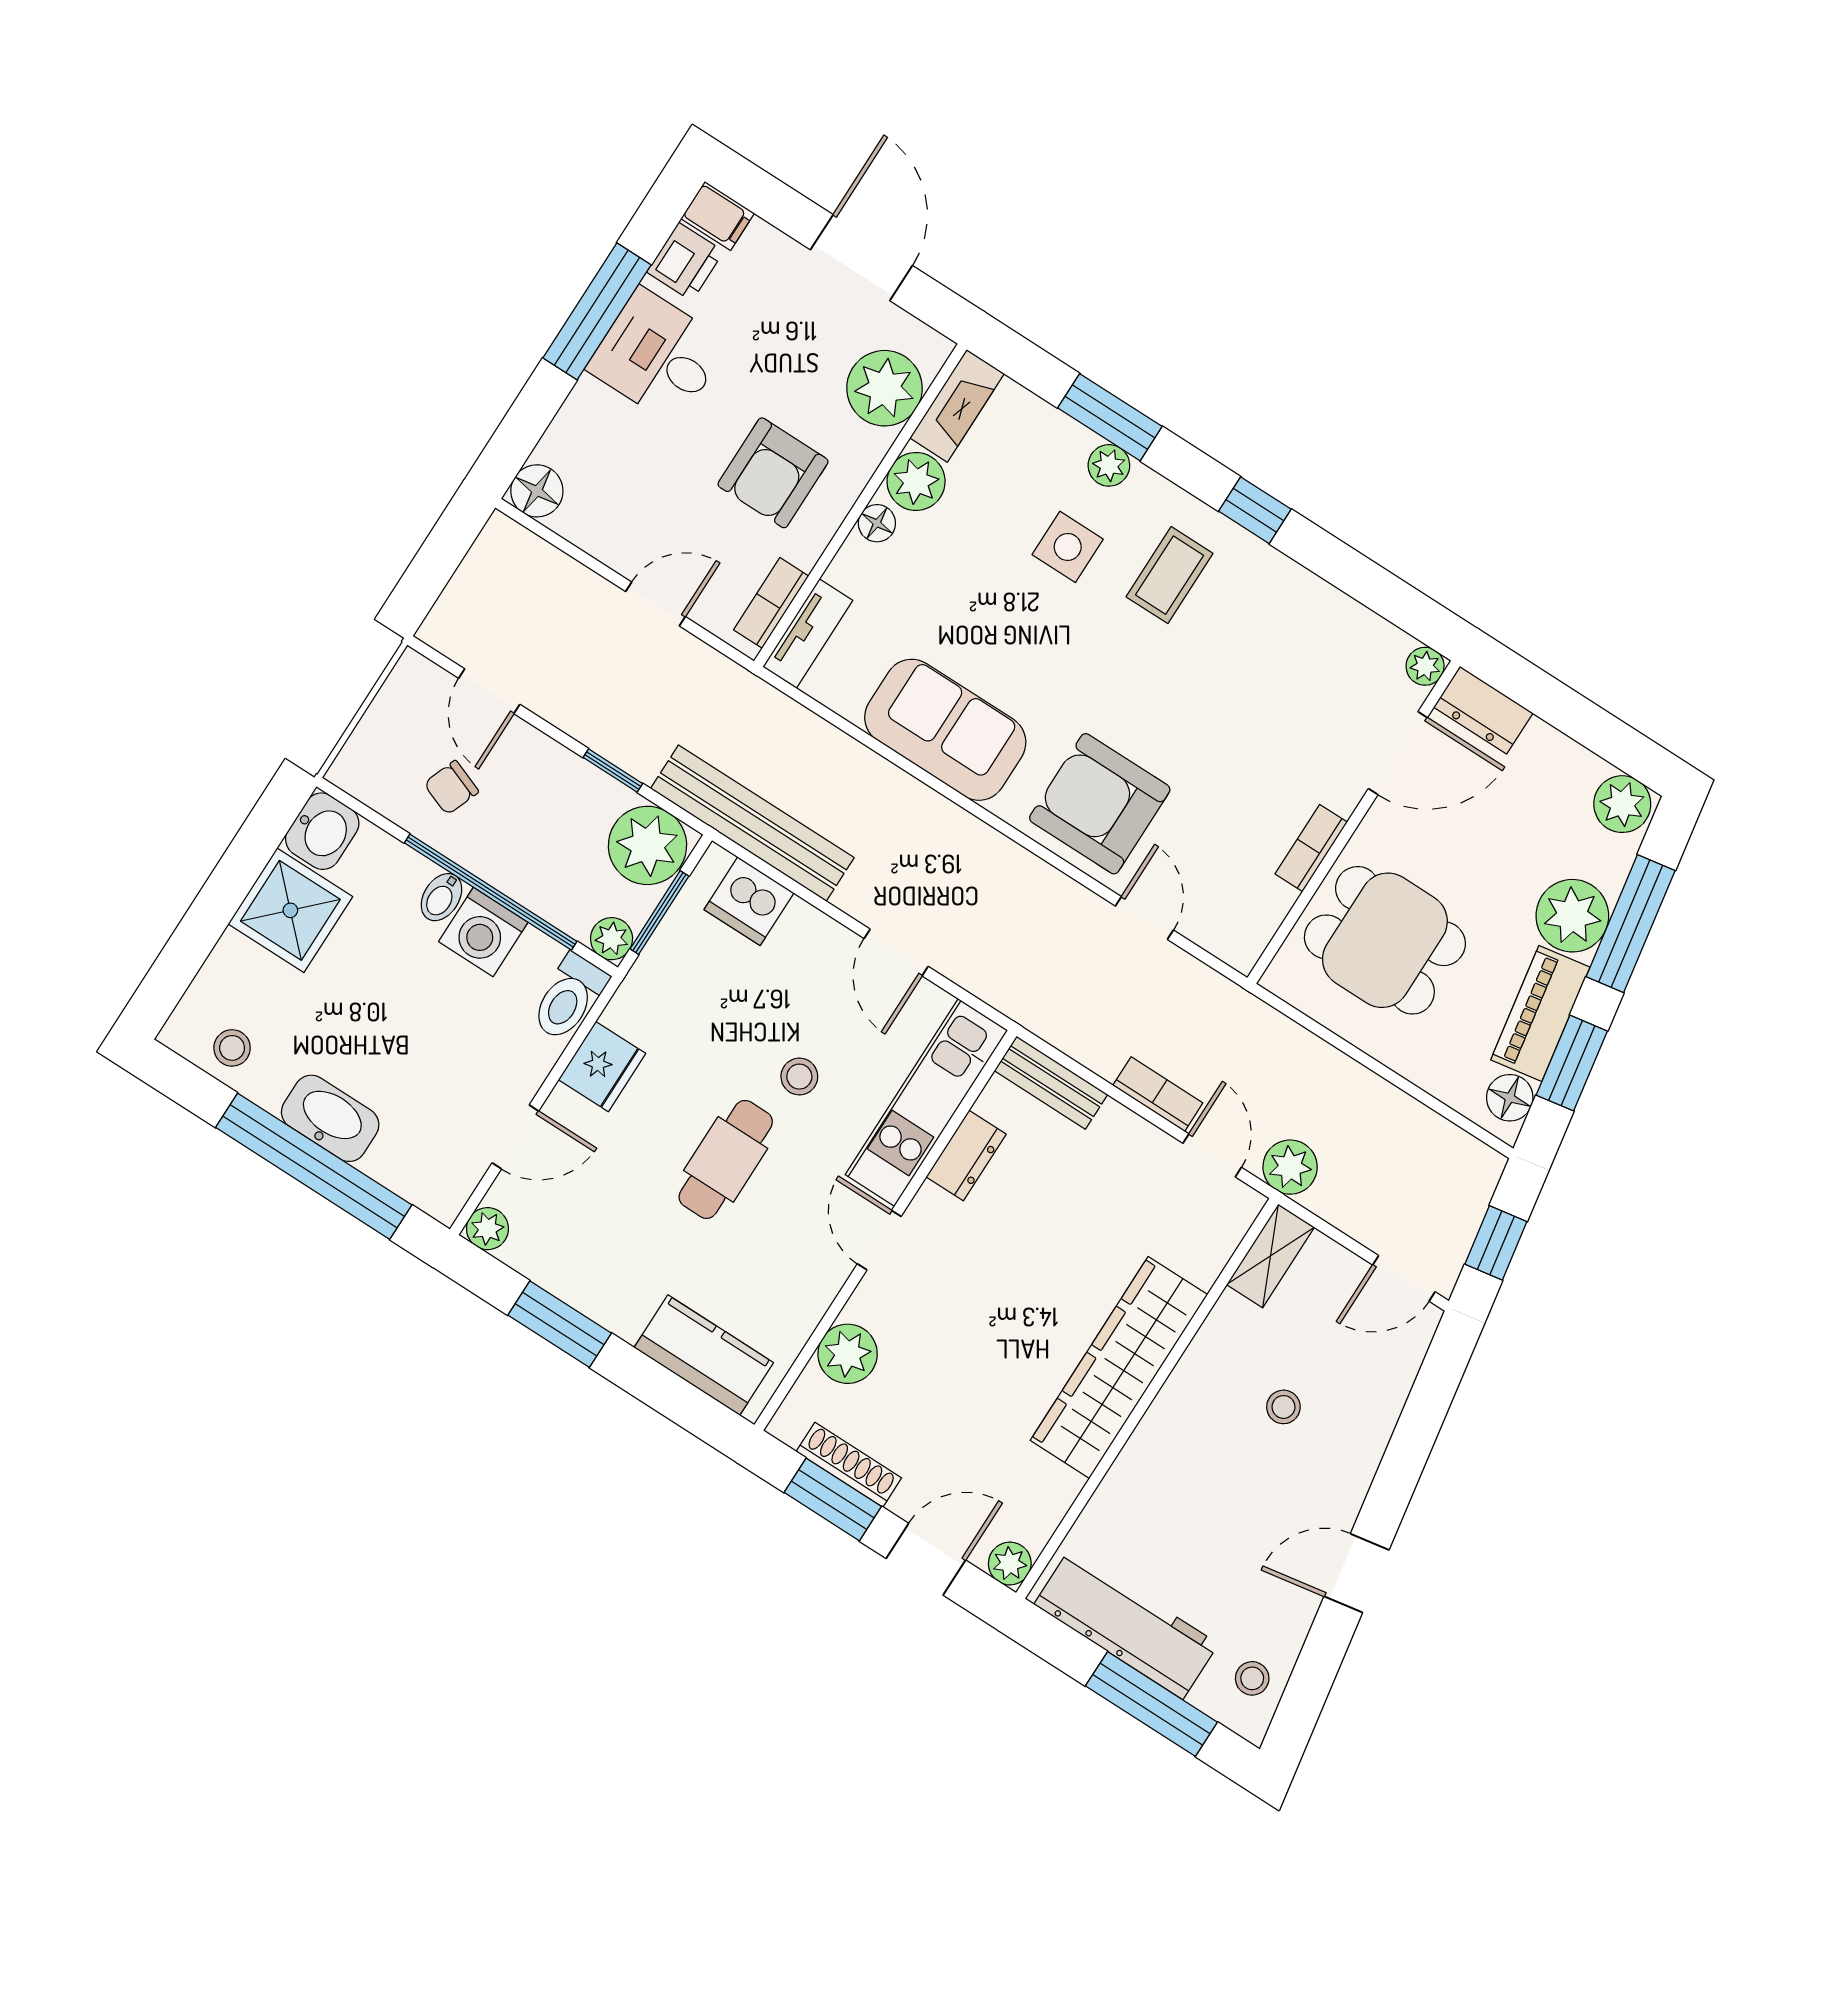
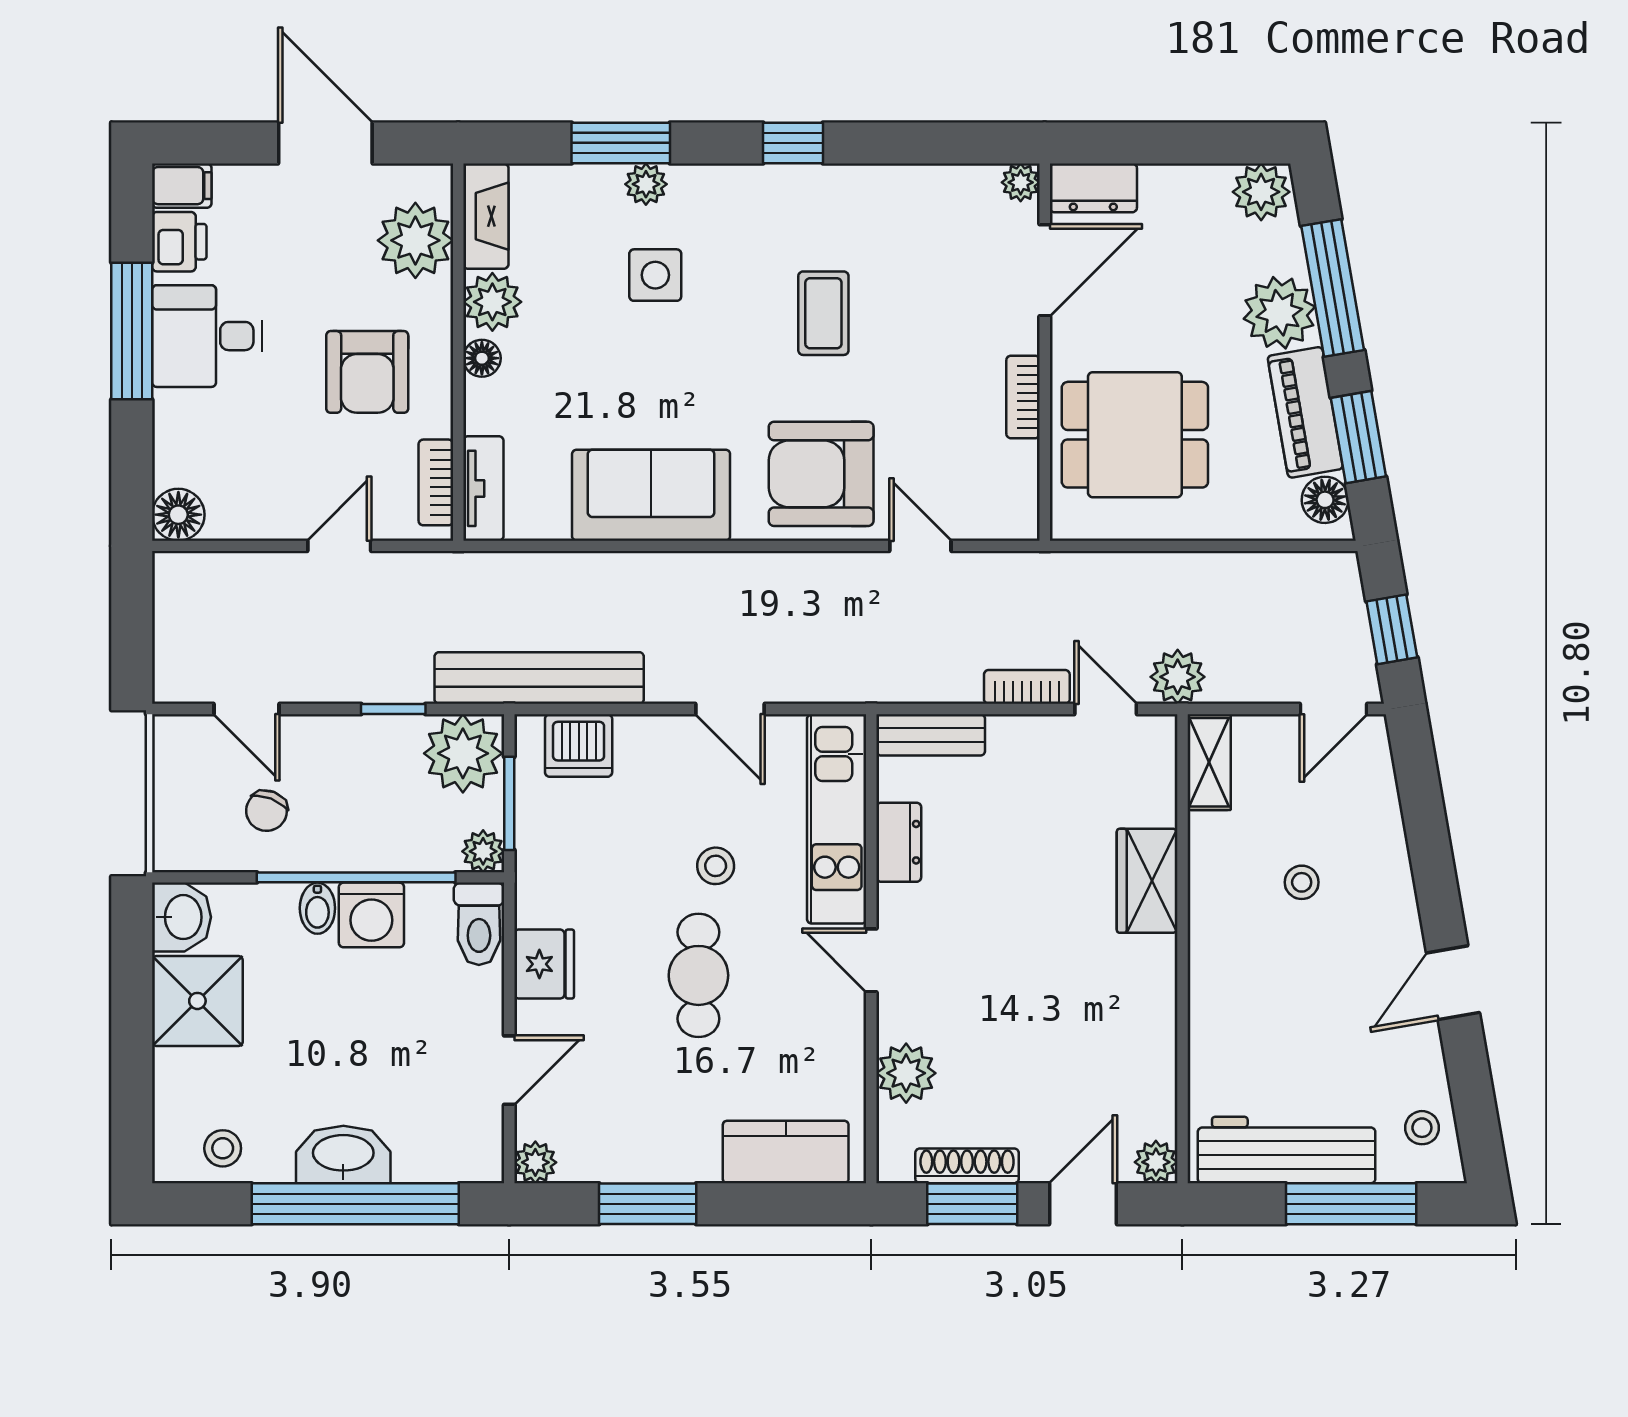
coffee table: (1170, 575) -> (823, 313), moved
wardrobe: (1119, 1368) -> (1147, 881), width x0.48, depth x0.85

